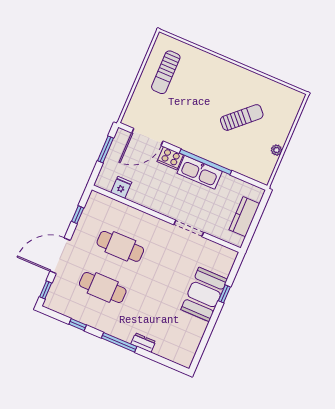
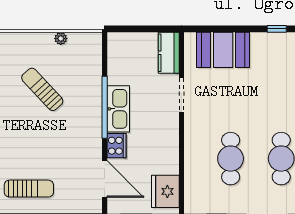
fridge: (121, 187) -> (165, 191), width x1.88, depth x1.34
kitchen counter: (244, 217) -> (169, 53), moved, turned 90
booth: (204, 294) -> (223, 50), moved
window: (224, 294) -> (277, 29), moved

